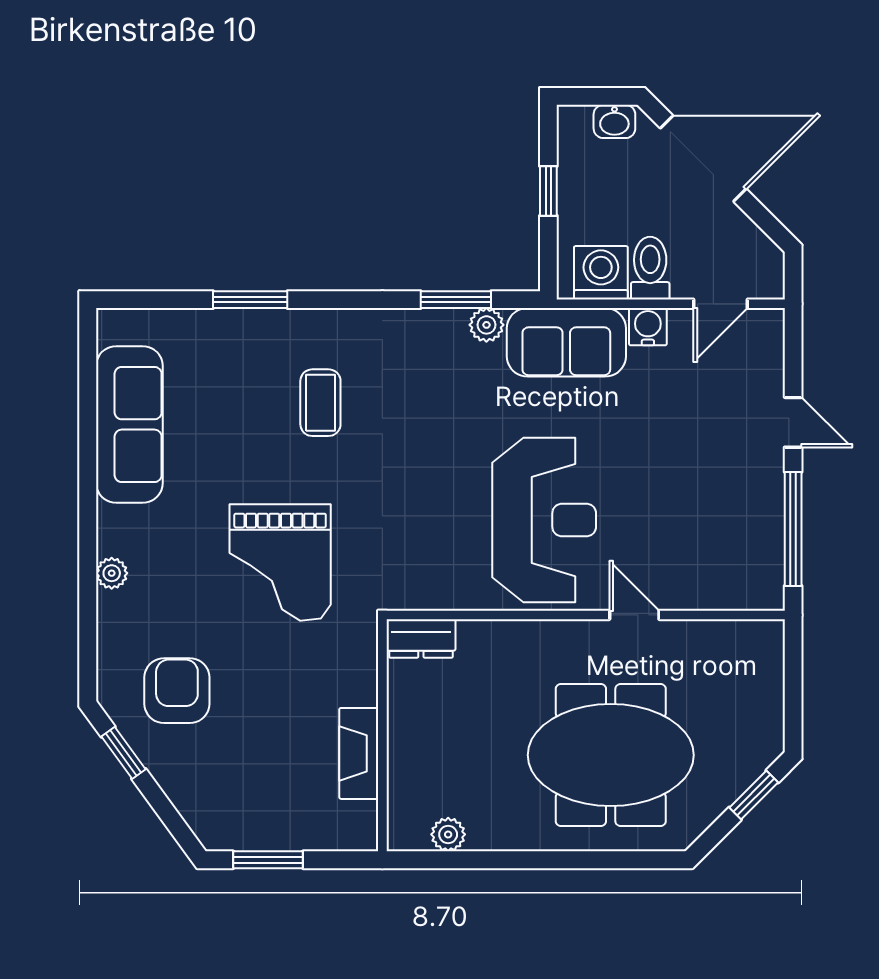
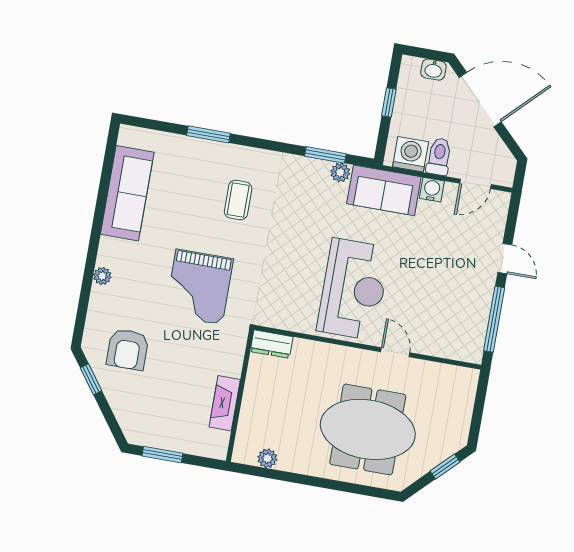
armchair: (177, 691) -> (128, 349), turned 180

